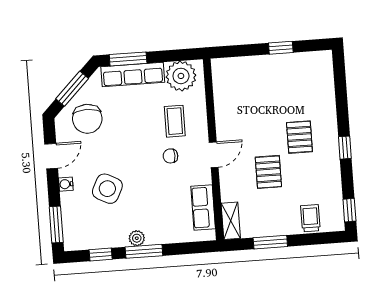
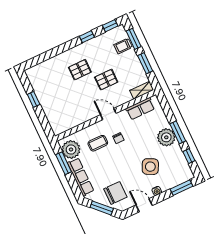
window: (128, 59) -> (64, 163), moved
window: (345, 148) -> (87, 37), moved
plant: (137, 238) -> (166, 137), width x1.88, depth x1.88
window: (315, 239) -> (134, 39), added

